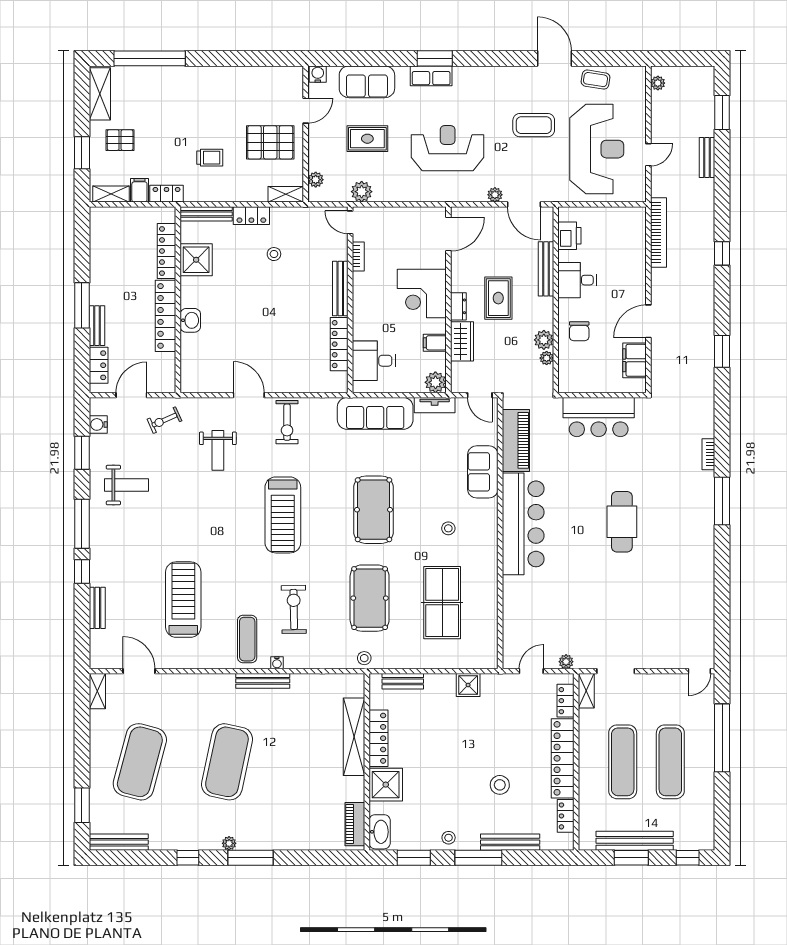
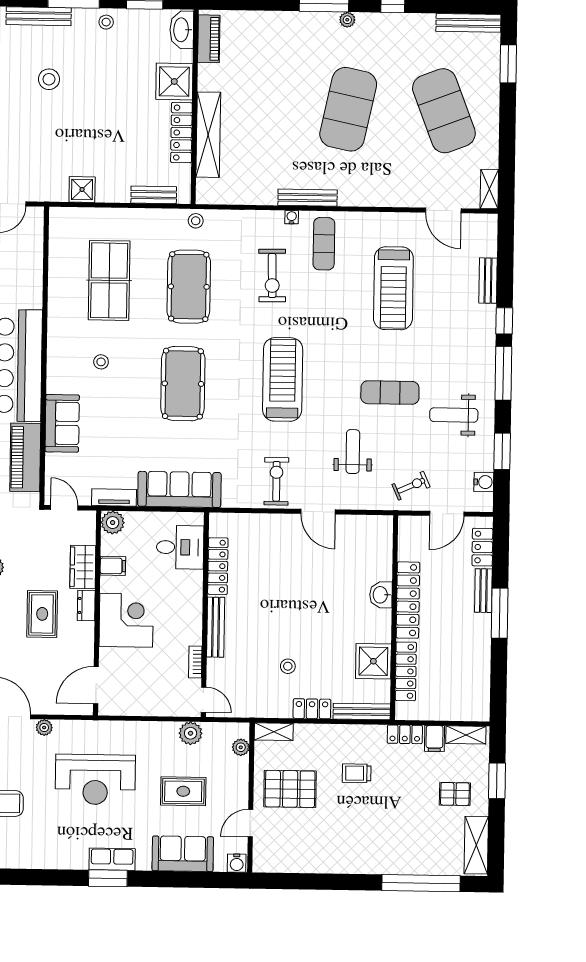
exercise mat: (185, 505) -> (390, 393), added
exercise mat: (140, 762) -> (444, 111), turned -36

